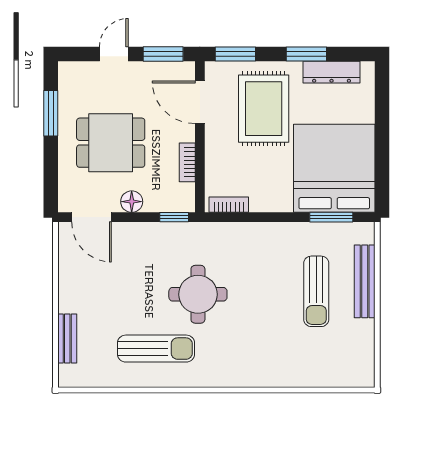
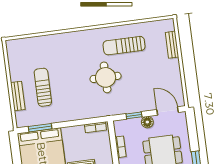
window: (174, 217) -> (134, 115), moved
bench: (365, 281) -> (18, 96), width x0.73

